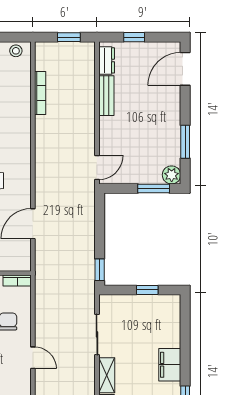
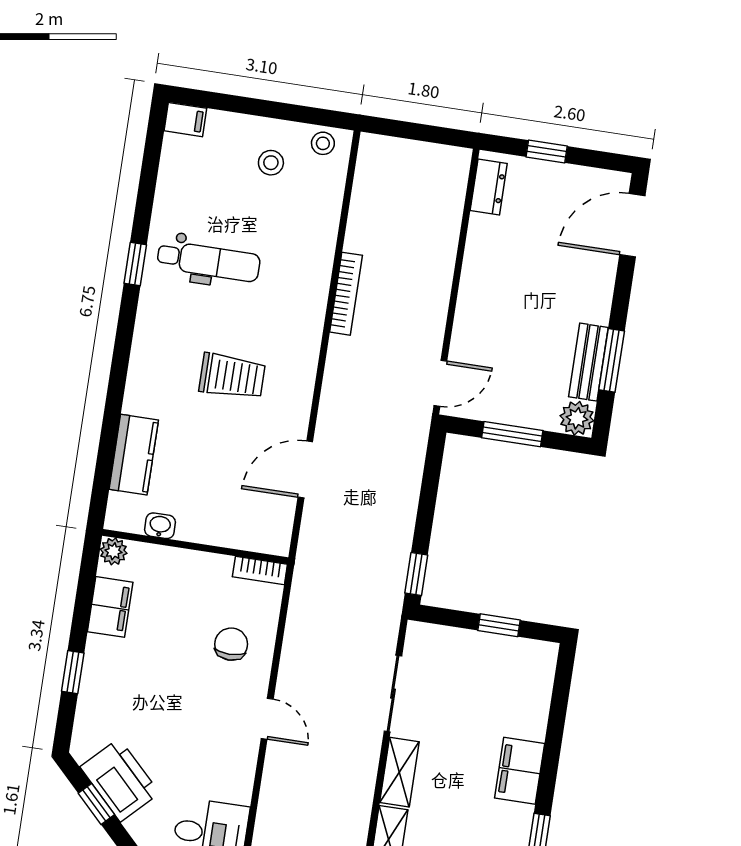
window: (69, 37) -> (425, 133), removed
bookcase: (40, 93) -> (346, 294), moved
bench: (106, 96) -> (588, 362), moved
window: (154, 188) -> (512, 434), moved

